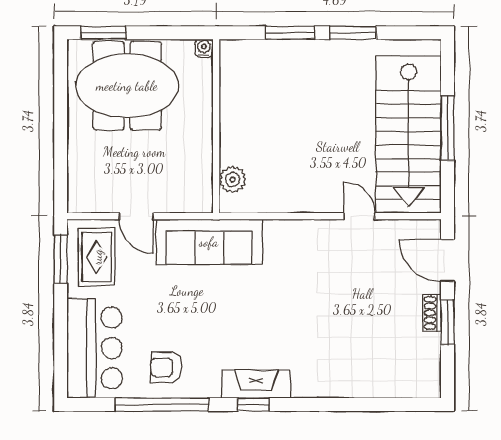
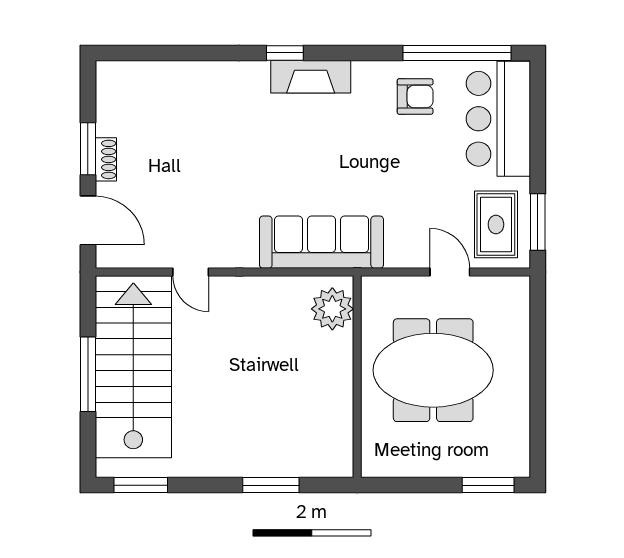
window: (353, 33) -> (141, 485), moved
water cooler: (204, 48) -> (371, 467), removed
meeting table: (127, 86) -> (433, 370), moved
plant: (233, 180) -> (332, 309), width x1.36, depth x1.36
sofa: (209, 242) -> (321, 242), moved
window: (162, 405) -> (457, 53), moved
window: (254, 405) -> (285, 53), moved

